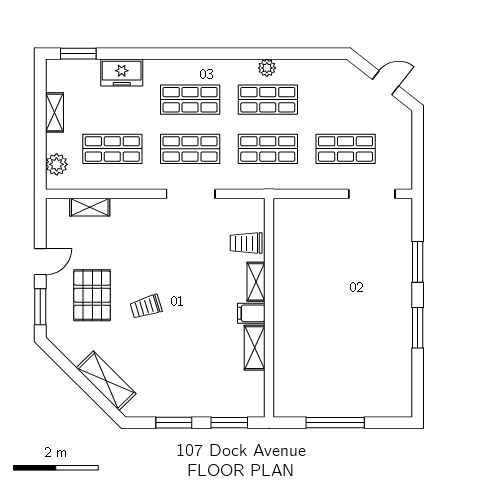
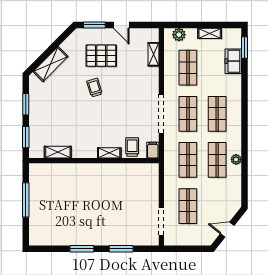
freezer: (122, 73) -> (233, 61), moved
door: (385, 83) -> (227, 230), swing flipped
doorway: (191, 194) -> (161, 114), width x1.36
filing cabinet: (251, 313) -> (153, 150), moved
shelving: (255, 348) -> (58, 152), moved

